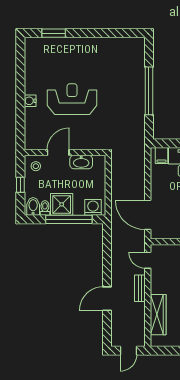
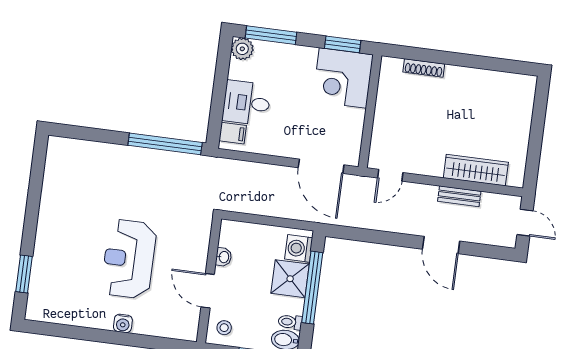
window: (149, 91) -> (165, 144), moved
washbasin: (81, 162) -> (224, 257), width x0.52, depth x0.69
shower: (62, 204) -> (290, 279), moved
door: (148, 215) -> (321, 166), hinge flipped
bench: (140, 288) -> (459, 196), moved

